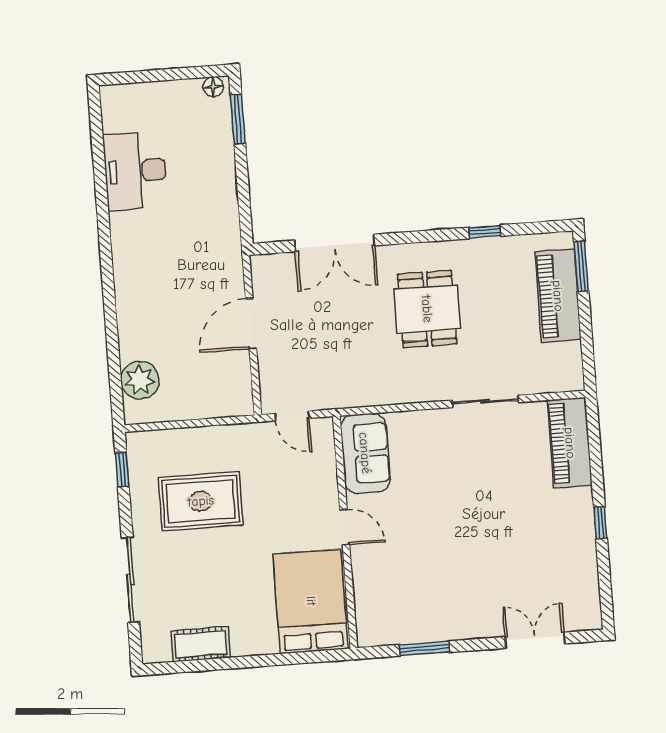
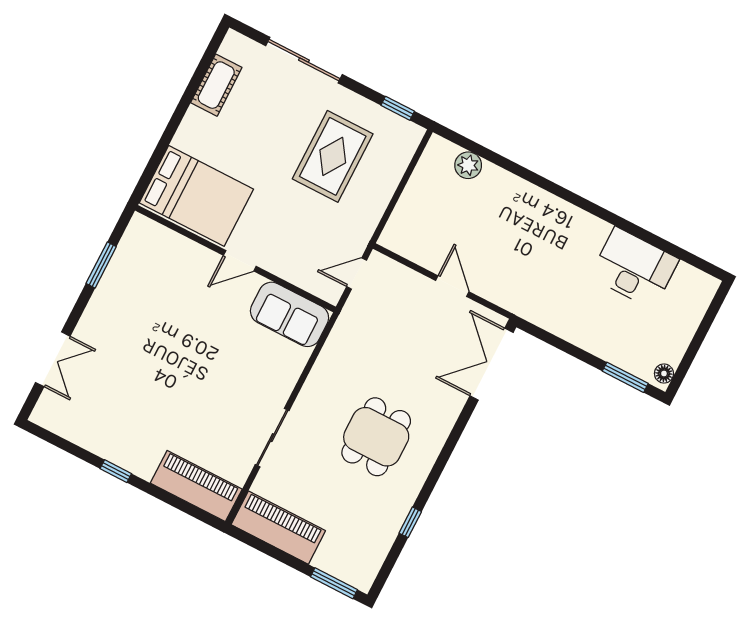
double door: (335, 243) -> (492, 364), moved
piano: (558, 296) -> (278, 528), moved
dining table: (427, 309) -> (376, 437), turned 90
door: (251, 324) -> (452, 286), width x0.73
plant: (140, 380) -> (468, 165), width x0.73, depth x0.73

